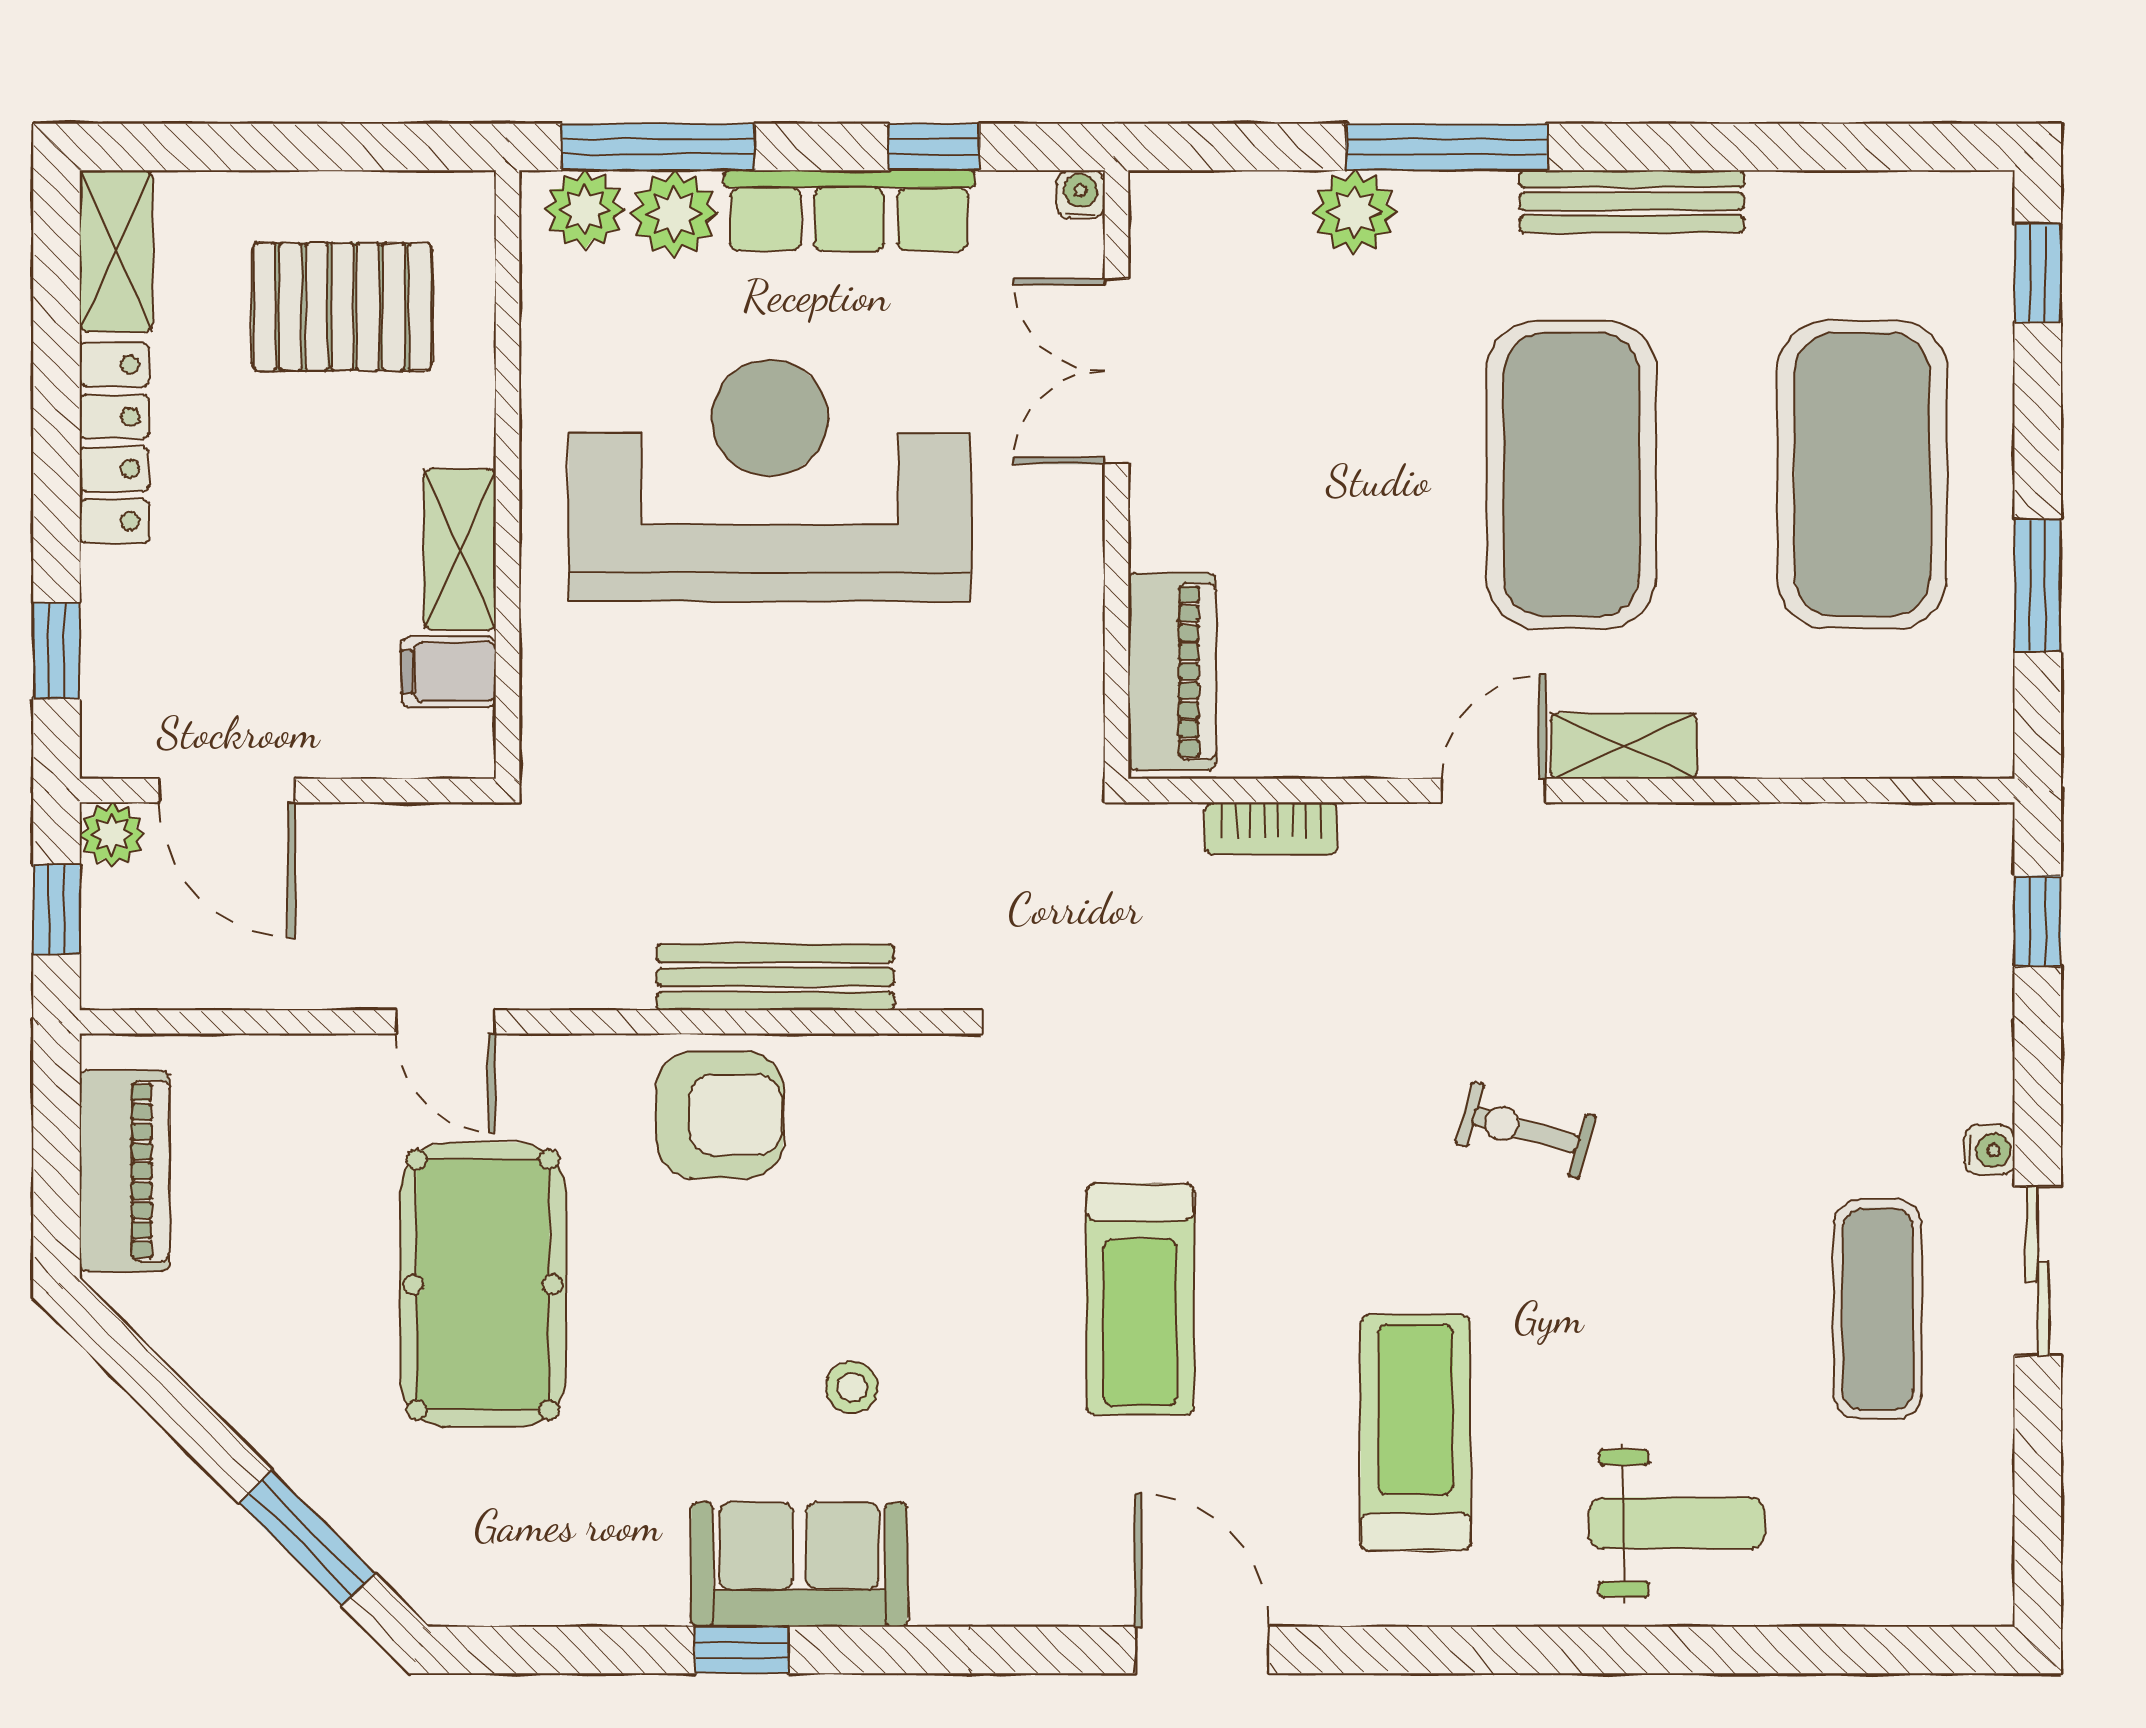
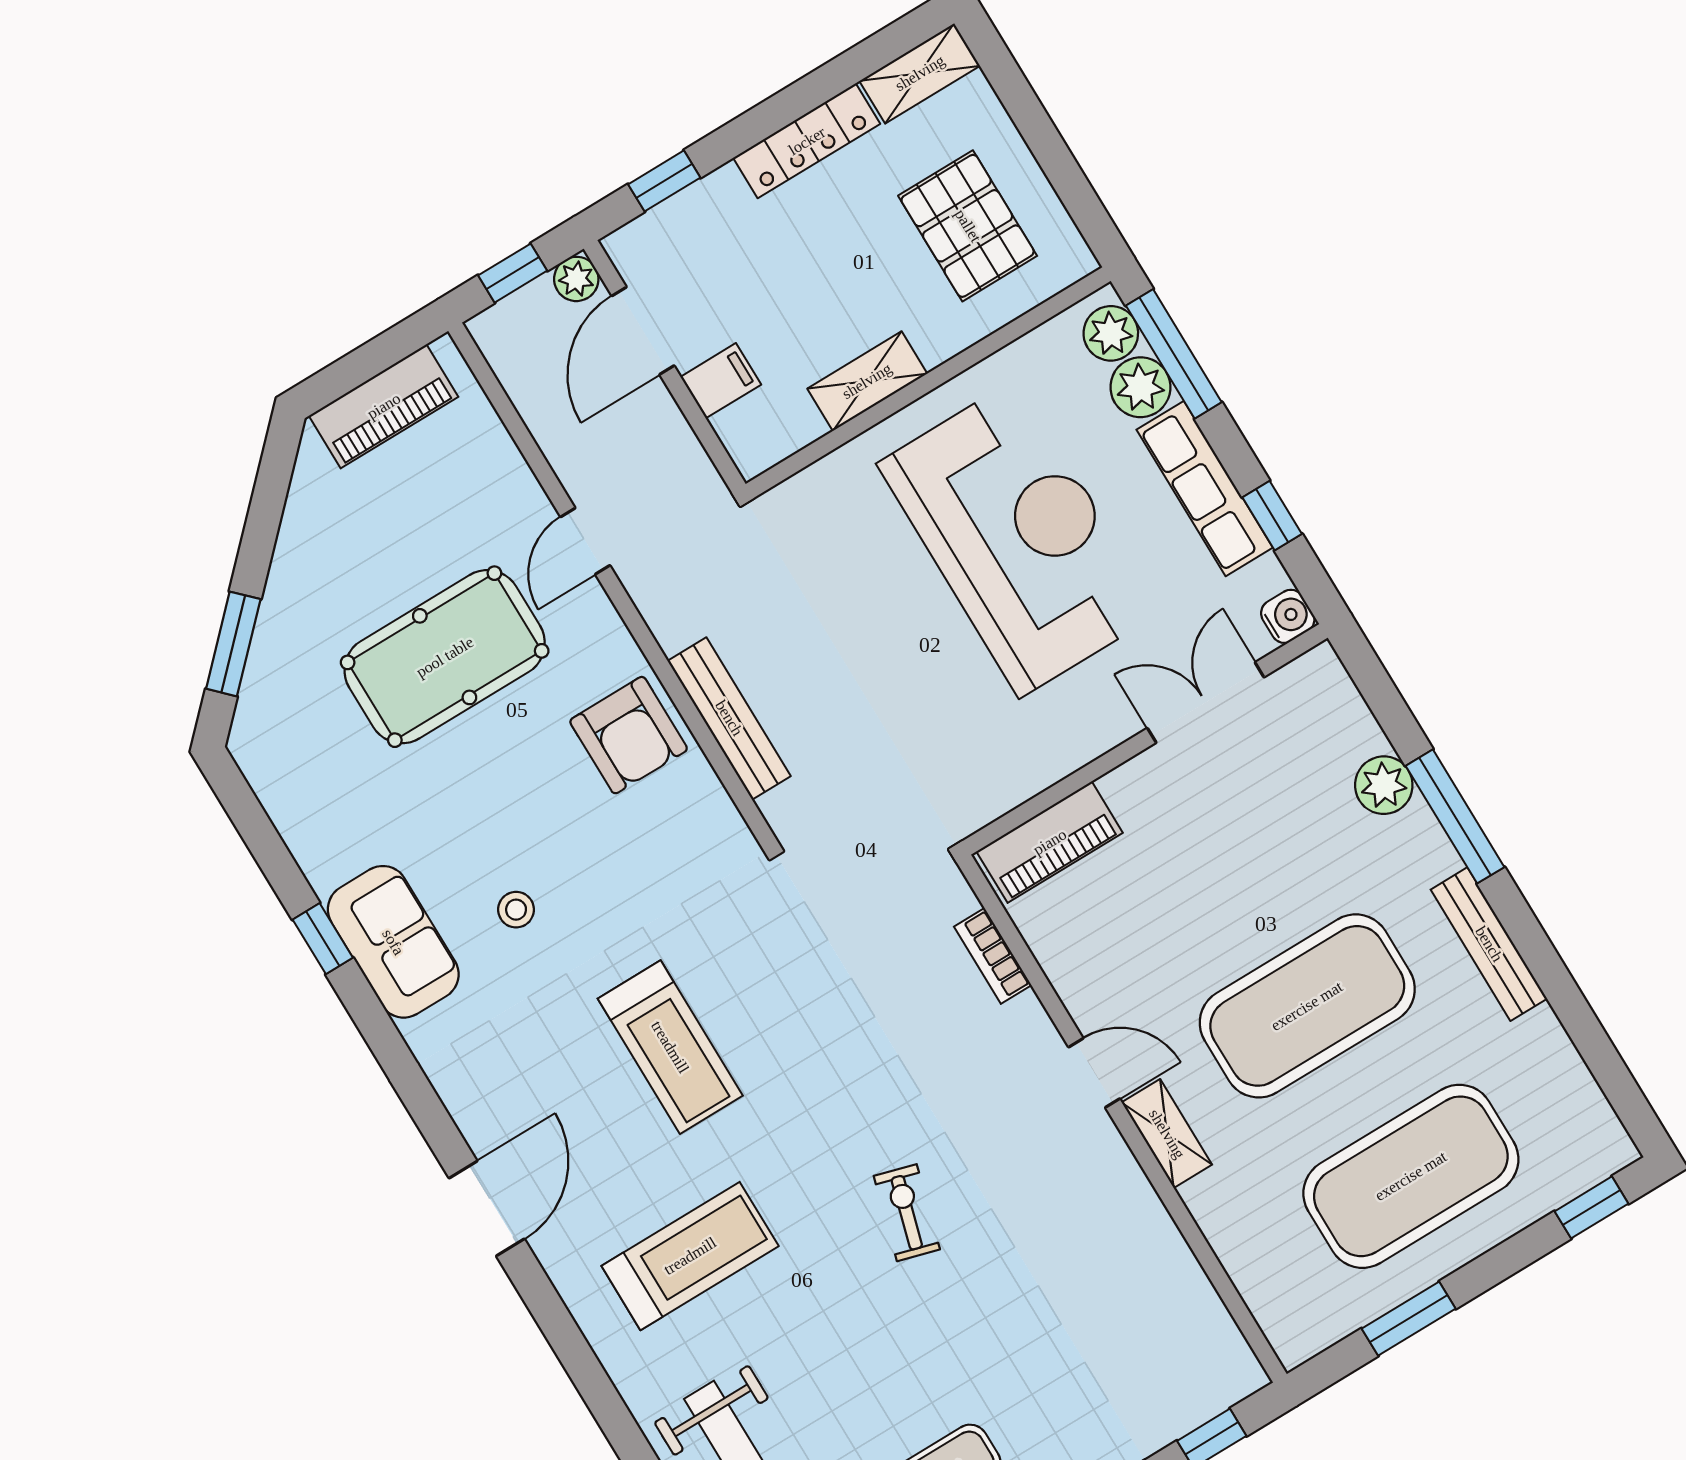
water cooler: (1081, 194) -> (1288, 616), width x1.38, depth x1.38
filing cabinet: (449, 672) -> (721, 381), moved, turned 90
treadmill: (1140, 1299) -> (670, 1047), turned -90

